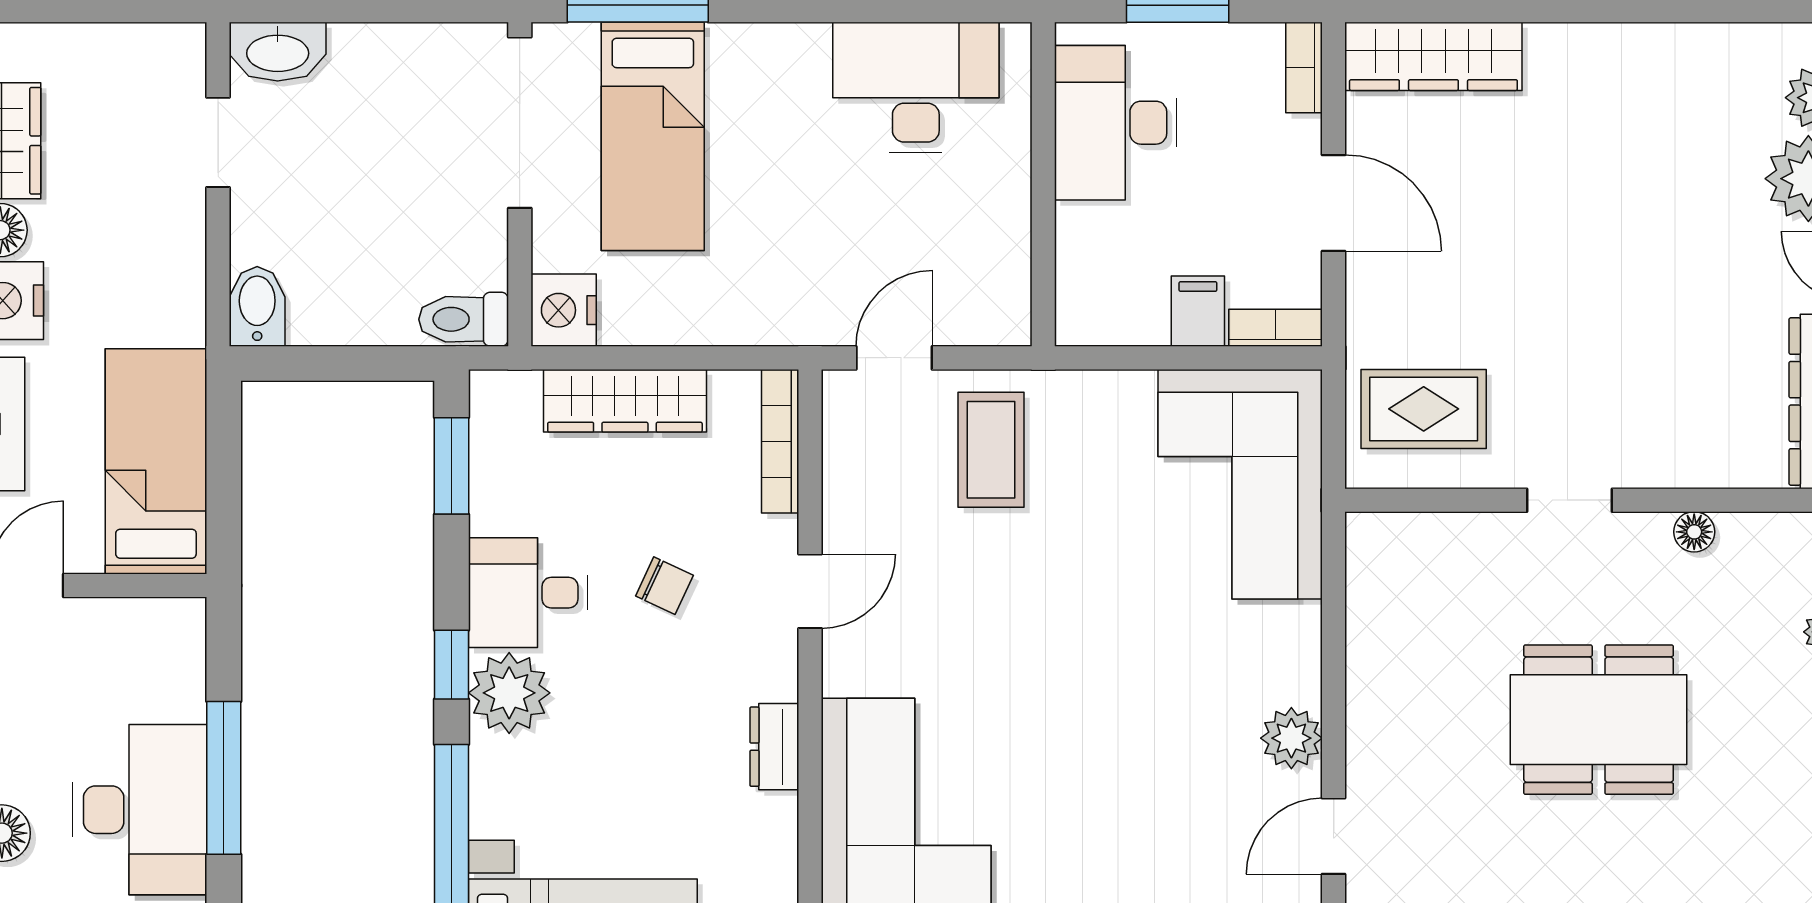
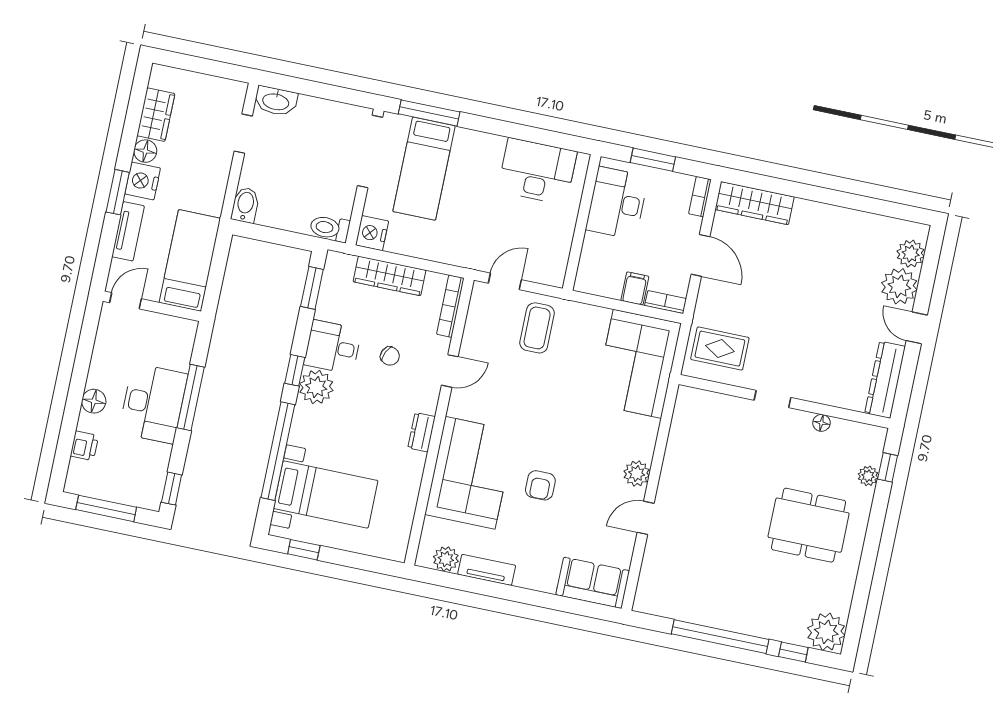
dining table: (1599, 720) -> (809, 525), moved
armchair: (1075, 812) -> (540, 485), added

